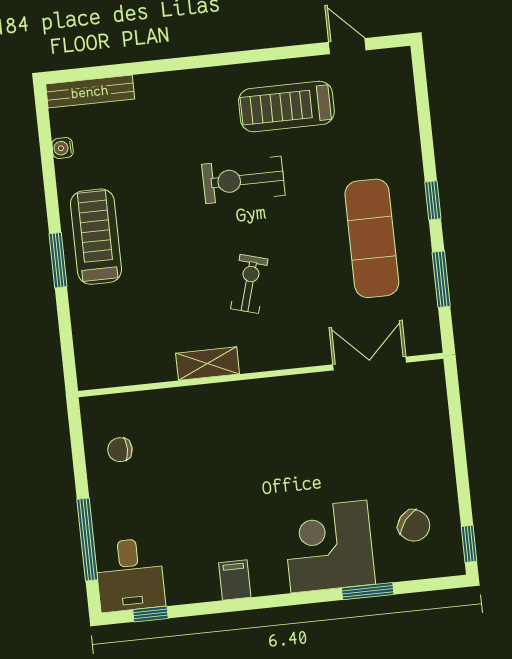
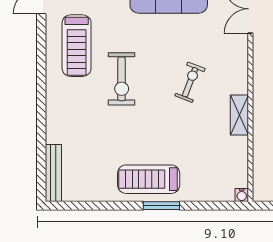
water cooler: (63, 148) -> (242, 195), moved
exercise bike: (249, 284) -> (190, 82), turned 95

